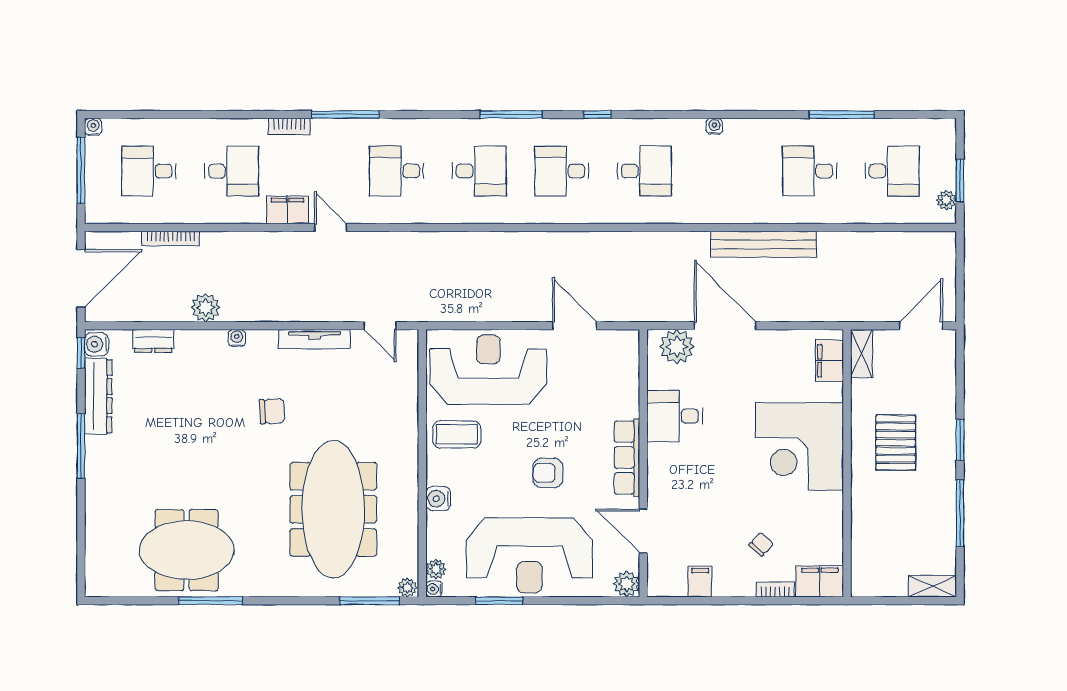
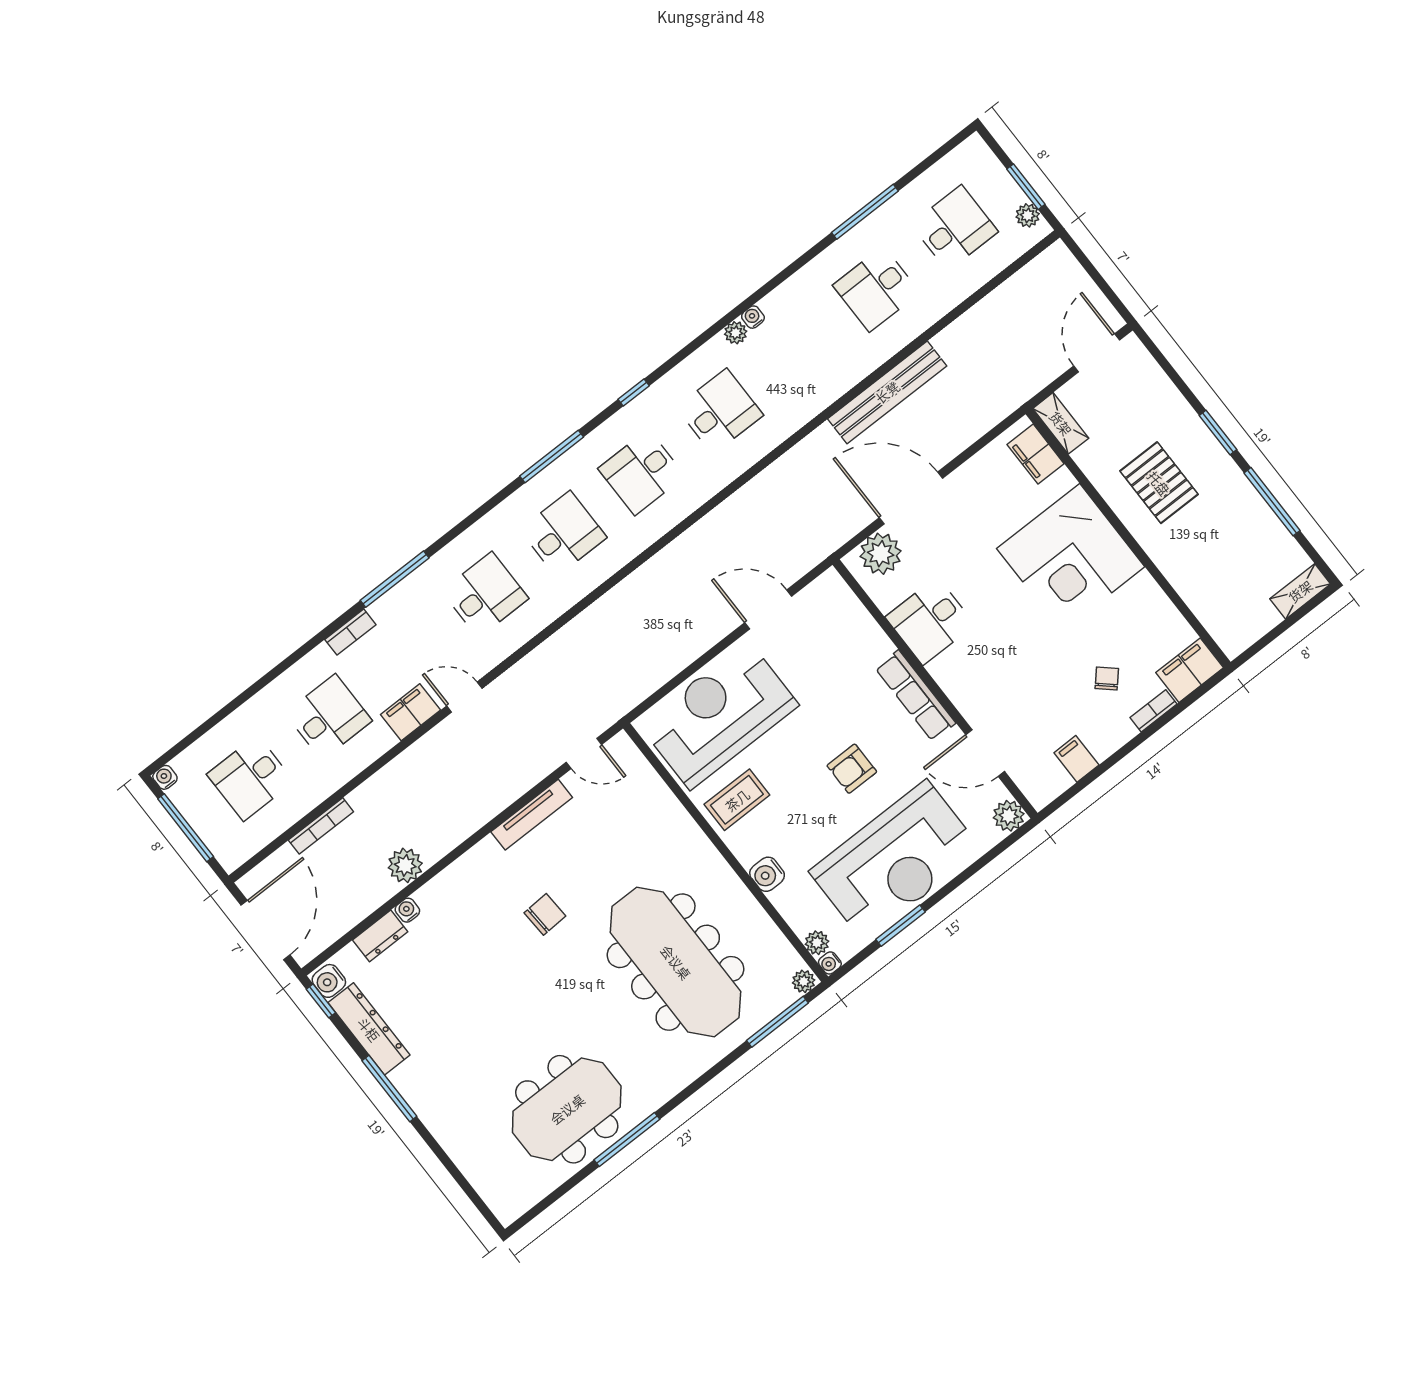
plant: (695, 128) -> (736, 333), added
desk: (397, 171) -> (485, 595), turned 180
water cooler: (237, 338) -> (407, 910), moved

